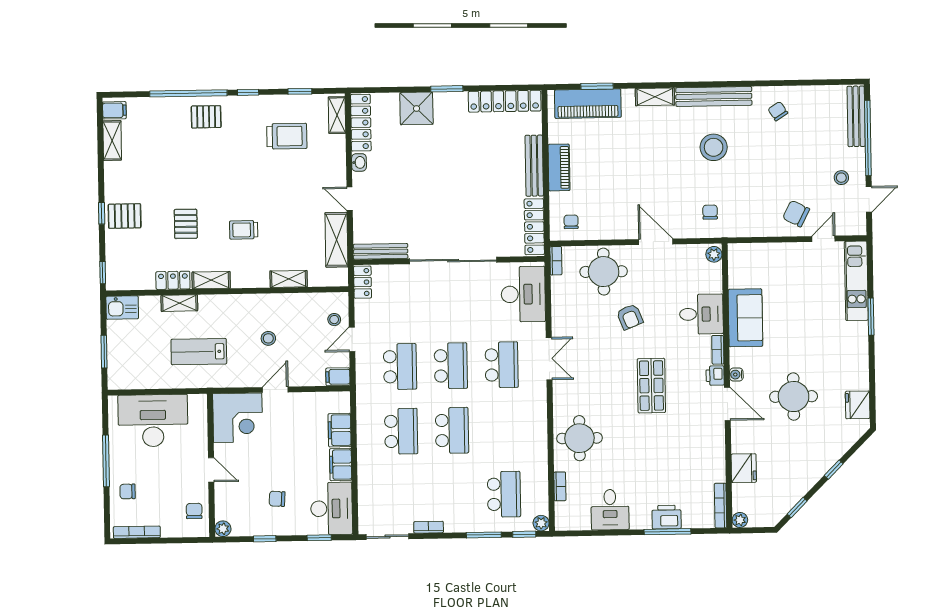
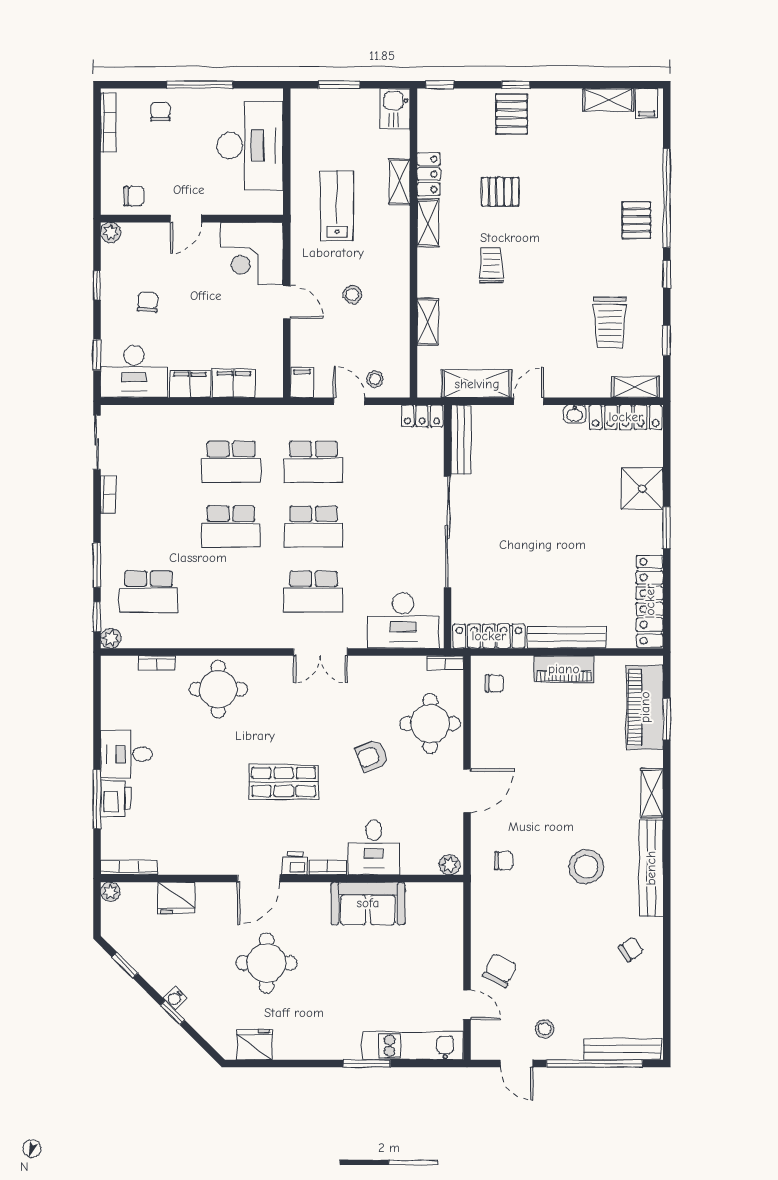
water cooler: (736, 375) -> (175, 998), moved, turned -135
desk: (610, 510) -> (126, 754), moved

